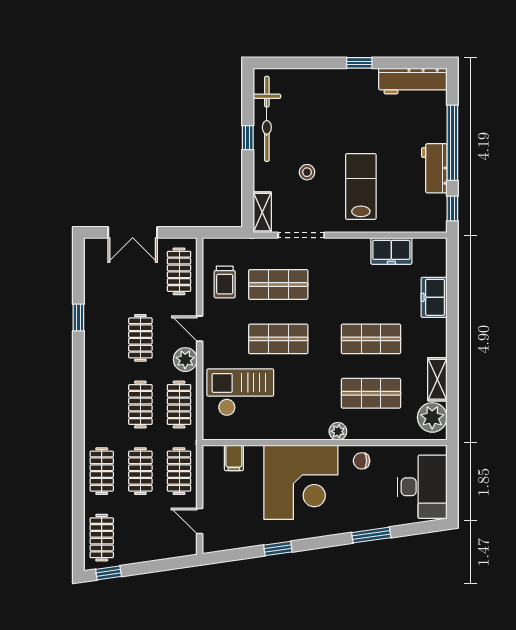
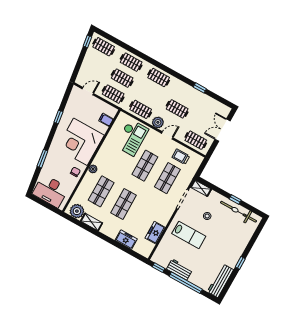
clothes rail: (140, 405) -> (159, 77), moved

